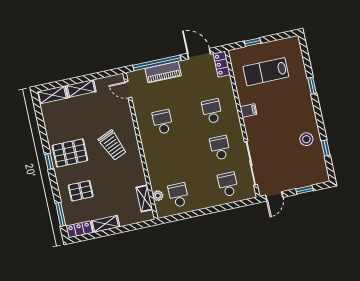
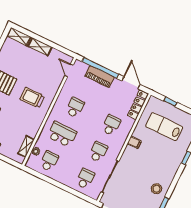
locker: (222, 64) -> (138, 105), width x1.53
trolley: (112, 145) -> (32, 98), turned 113
school desk: (171, 158) -> (62, 134), added

